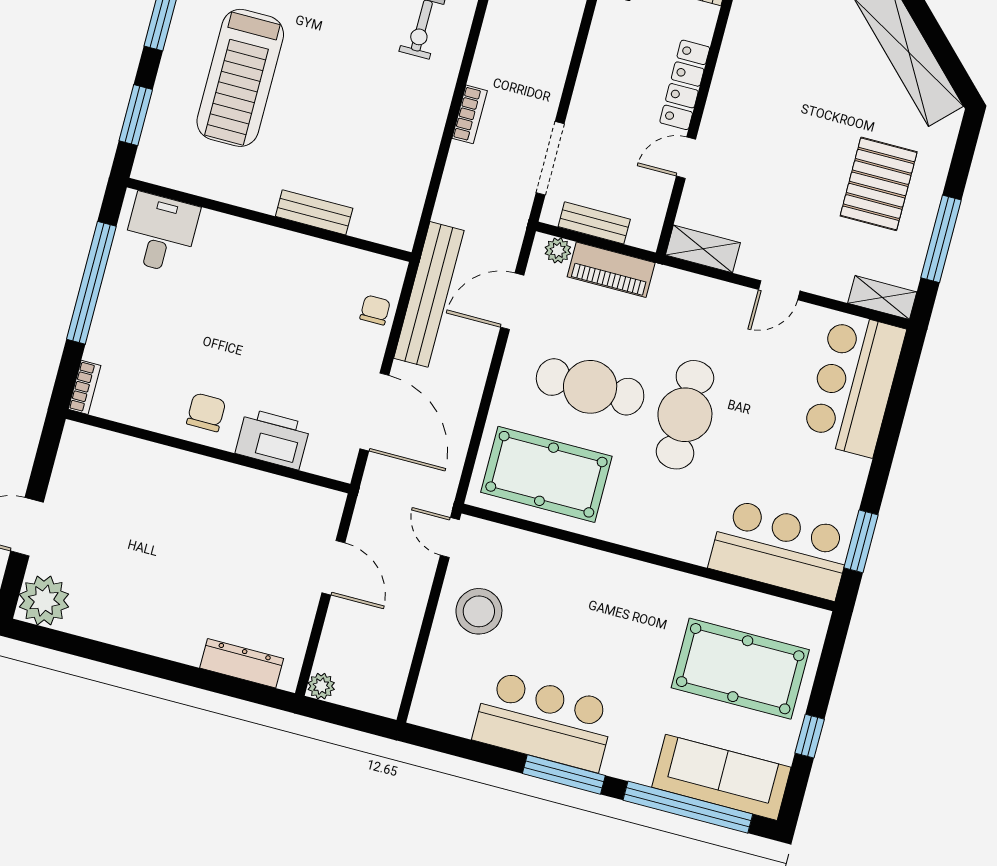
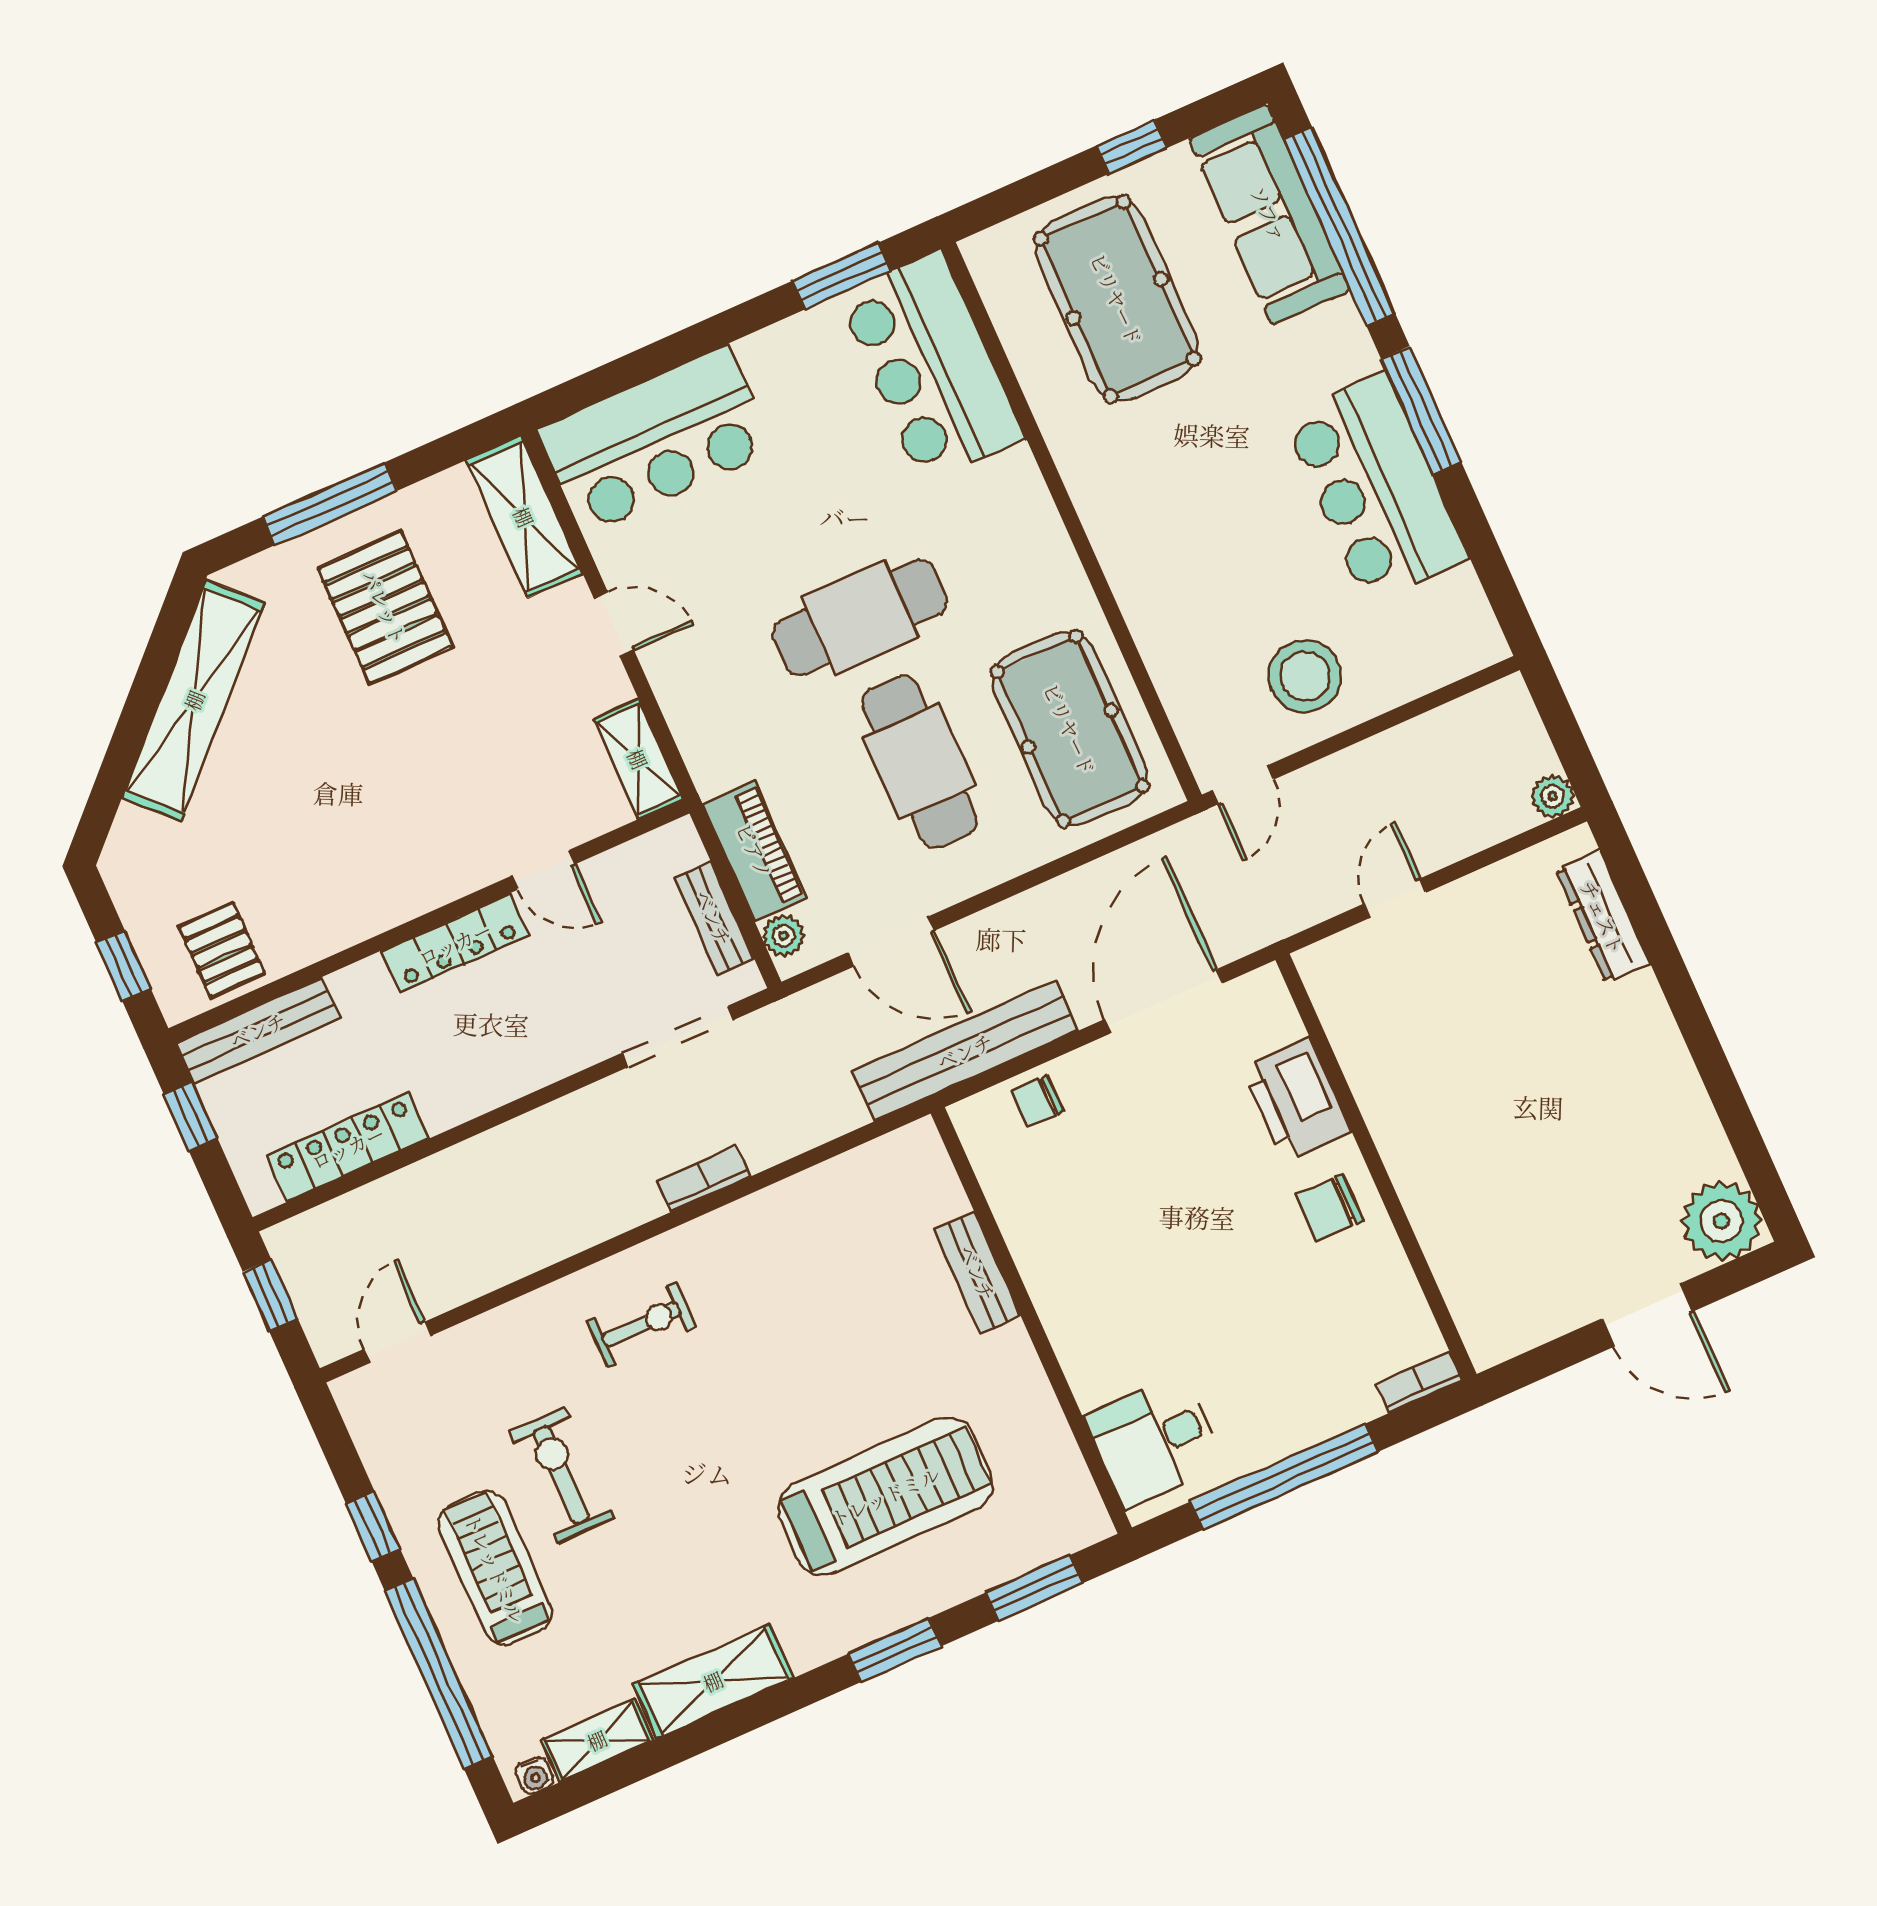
pallet: (879, 184) -> (385, 607), turned 90
window: (941, 239) -> (330, 504), moved
shelving: (882, 298) -> (524, 517), width x1.50, depth x1.33
door: (333, 568) -> (1395, 898), width x0.73

